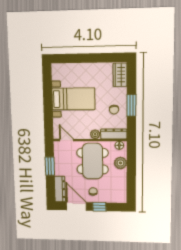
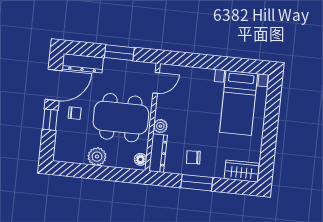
bed with nightstands: (73, 99) -> (239, 103), moved
plant: (120, 163) -> (97, 157), moved

